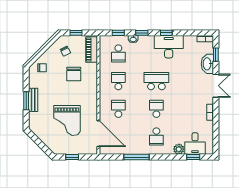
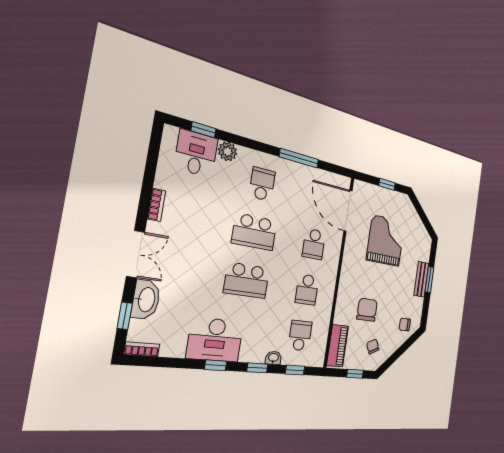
double door: (216, 86) -> (136, 254), swing flipped
school desk: (156, 109) -> (254, 232), width x1.85

